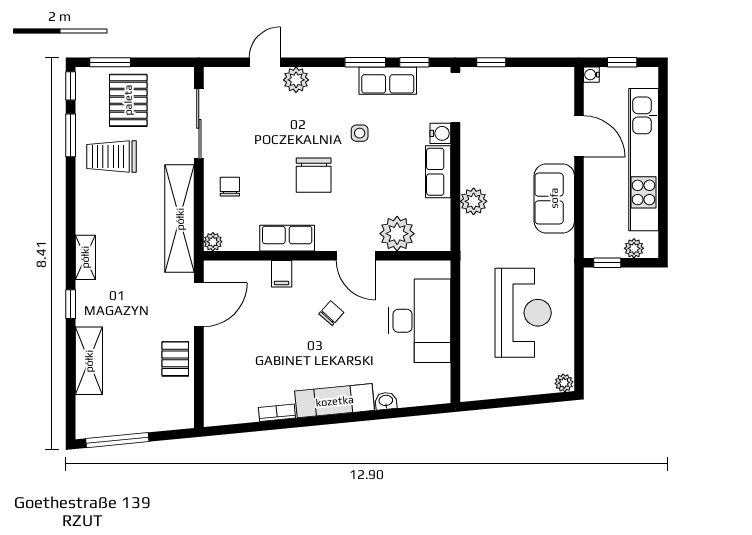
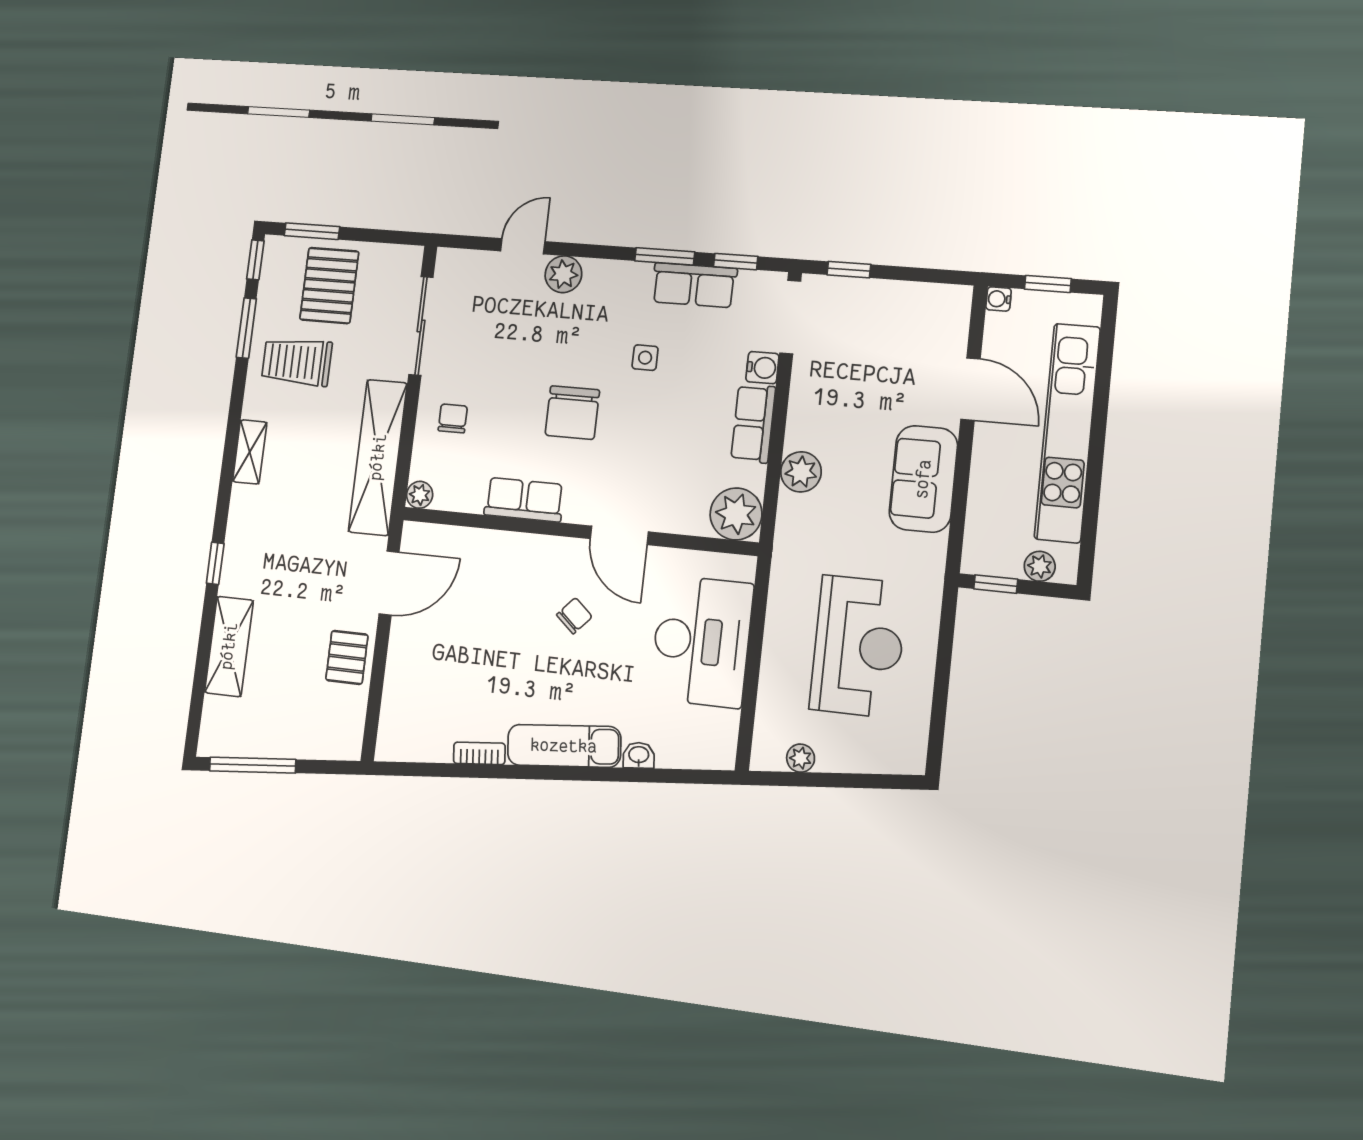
plant: (397, 234) -> (736, 514), moved
shelving: (85, 257) -> (250, 452), moved
filing cabinet: (282, 274) -> (510, 551), removed
plant: (564, 383) -> (801, 758), moved

